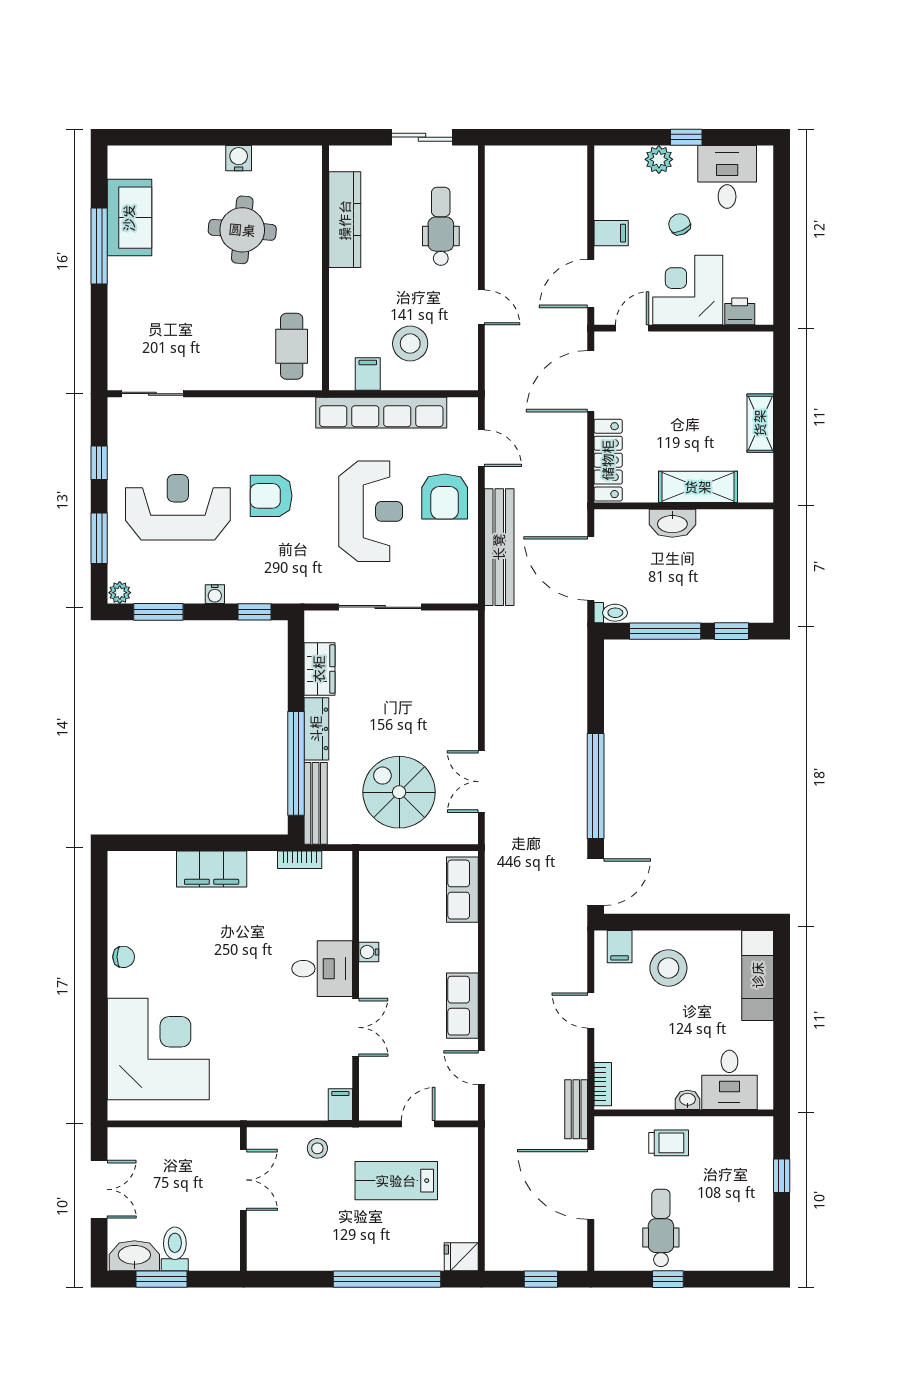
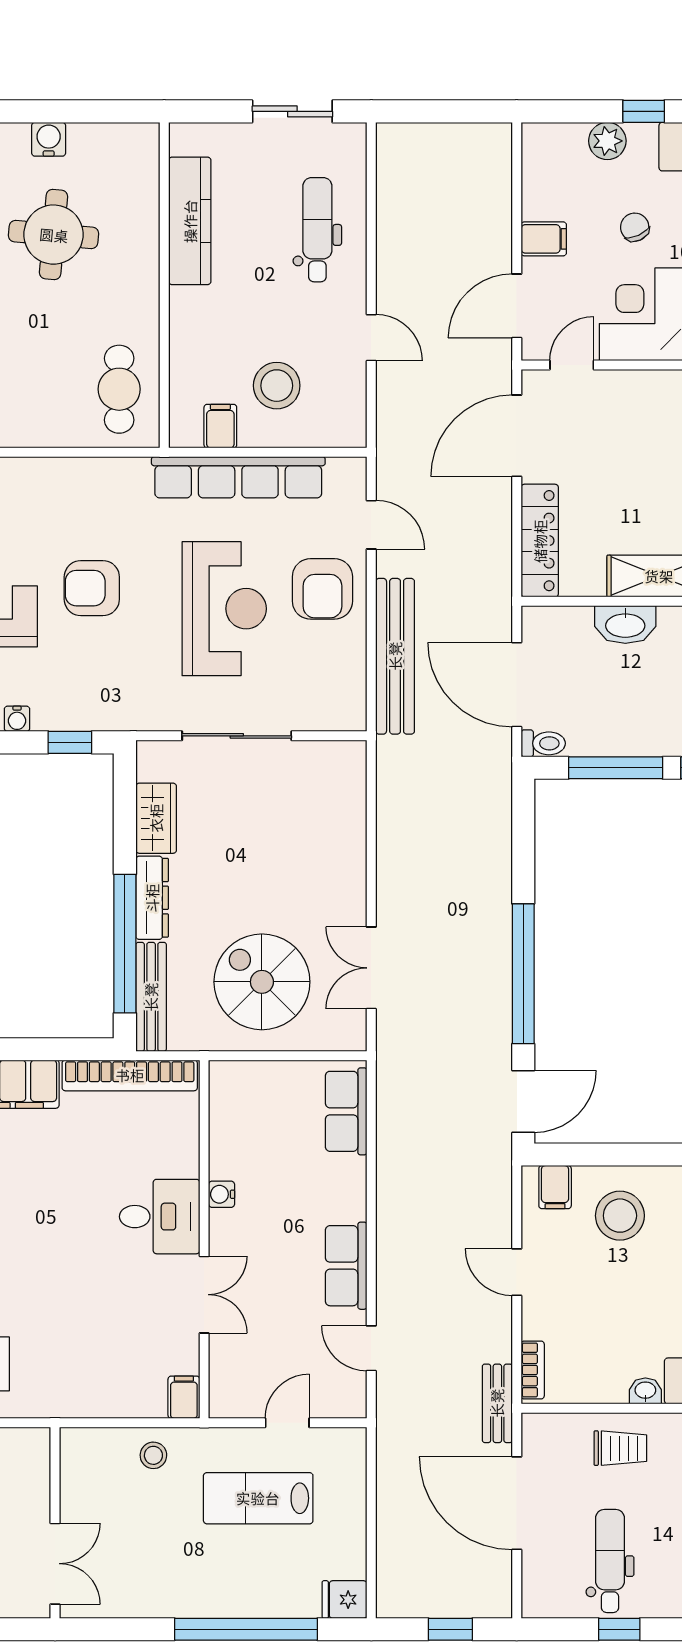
bookcase: (300, 860) -> (130, 1075), width x2.31, depth x1.31
double door: (243, 1180) -> (55, 1564), moved

